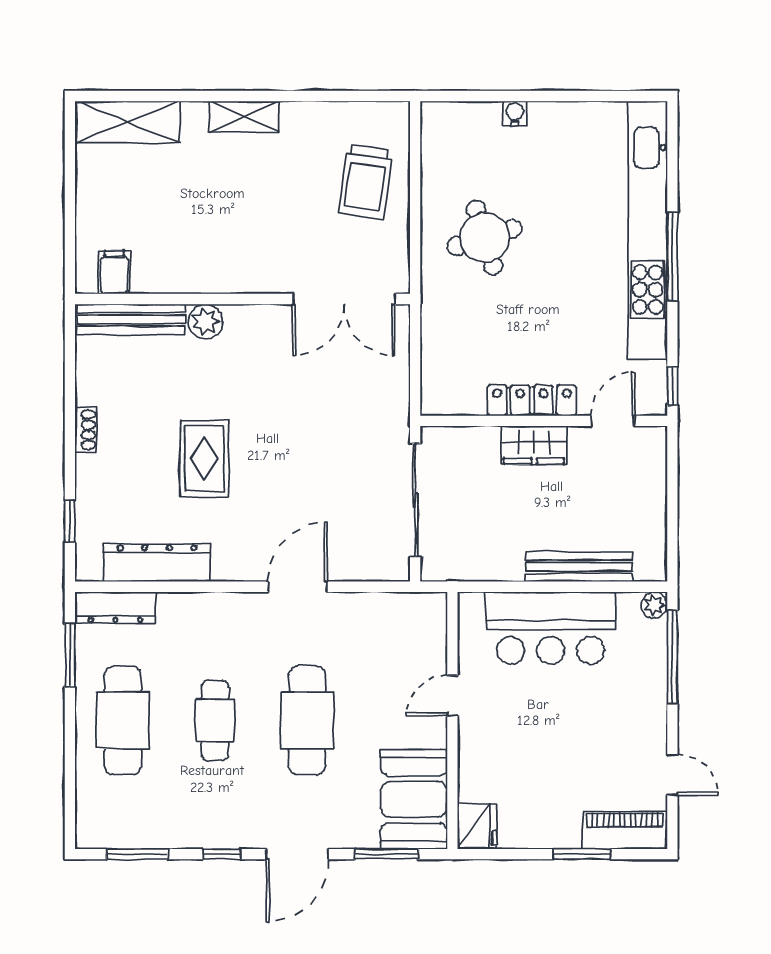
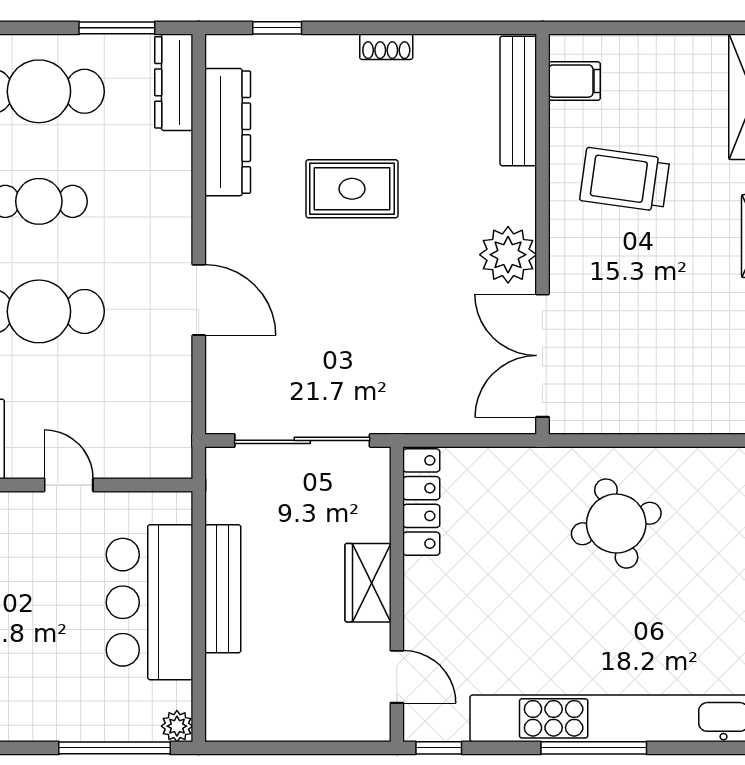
trolley: (366, 182) -> (625, 180), moved
plant: (205, 322) -> (508, 255), moved, width x1.36, depth x1.36
locker: (532, 400) -> (421, 502), moved
bench: (579, 567) -> (223, 589), moved

